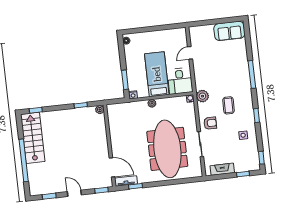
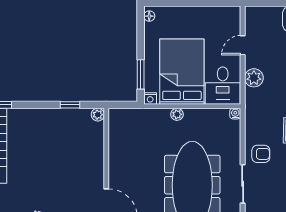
bed: (157, 74) -> (182, 72), width x1.50
plant: (202, 96) -> (254, 78), moved

